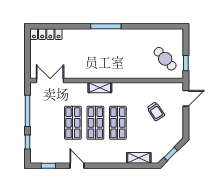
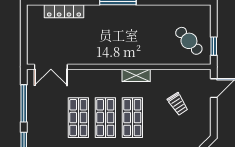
locker: (46, 34) -> (64, 11), moved
double door: (50, 80) -> (51, 67), swing flipped
shelving: (100, 88) -> (136, 75), moved

